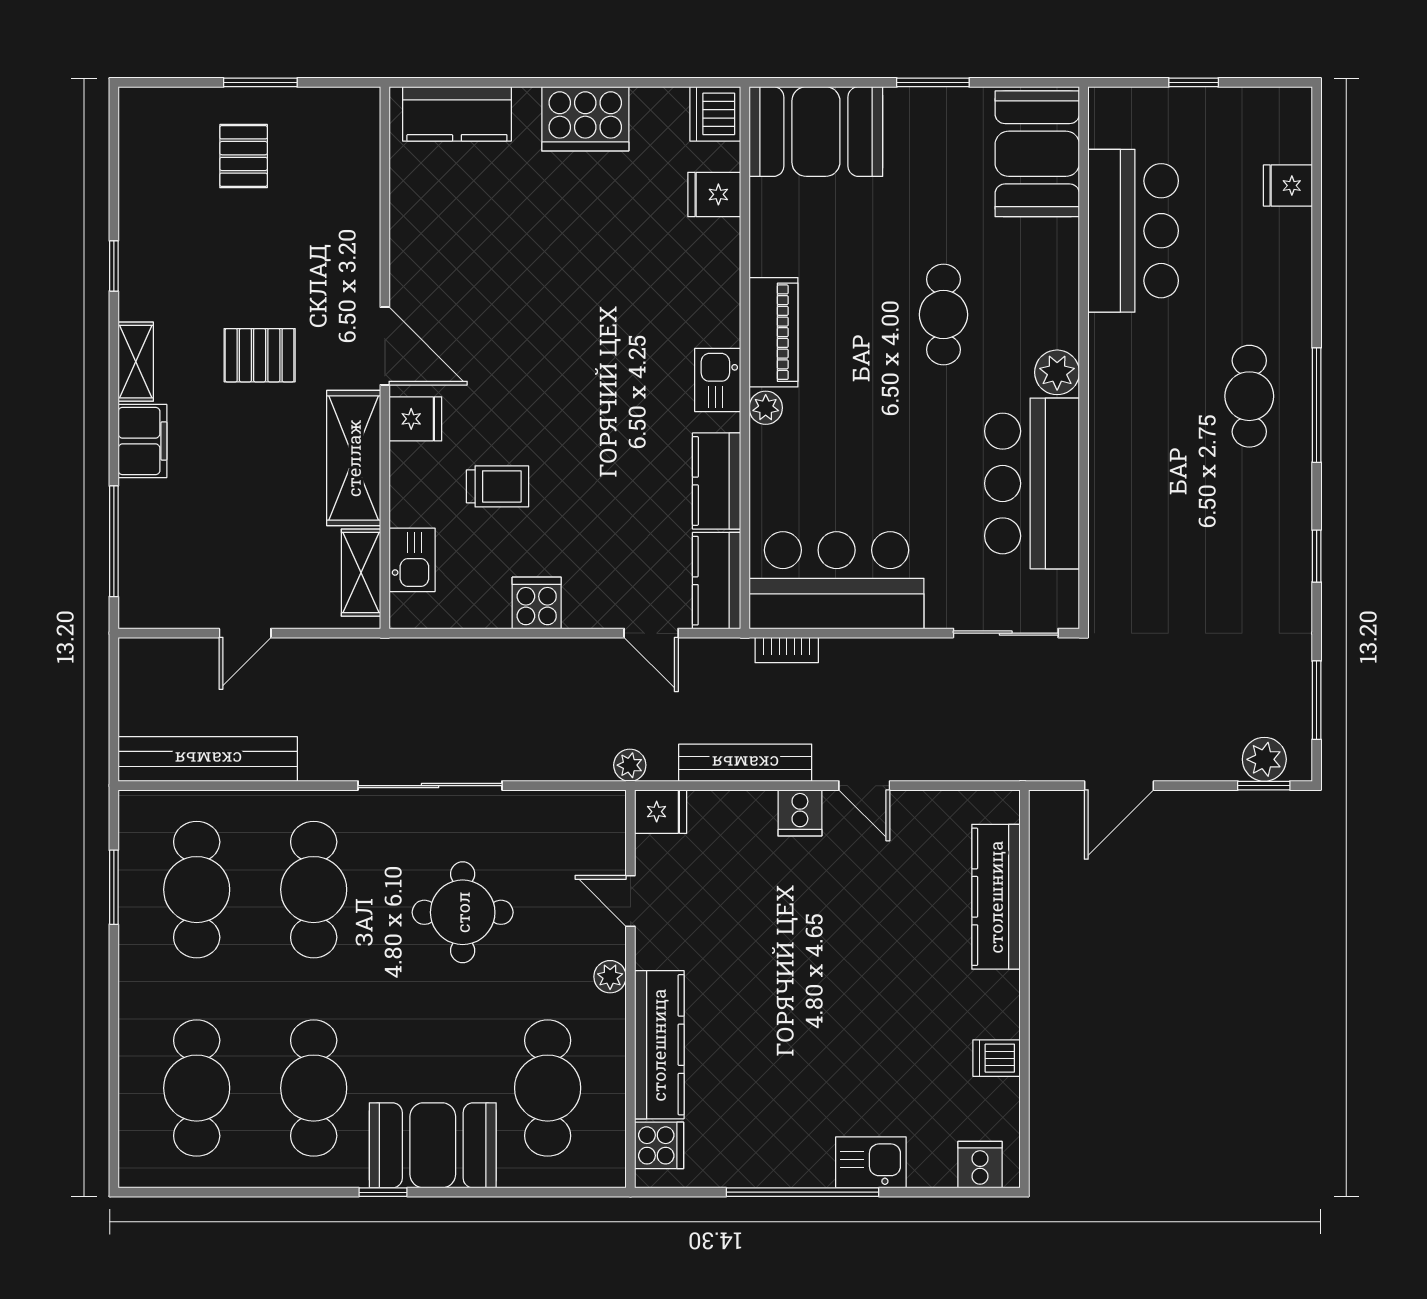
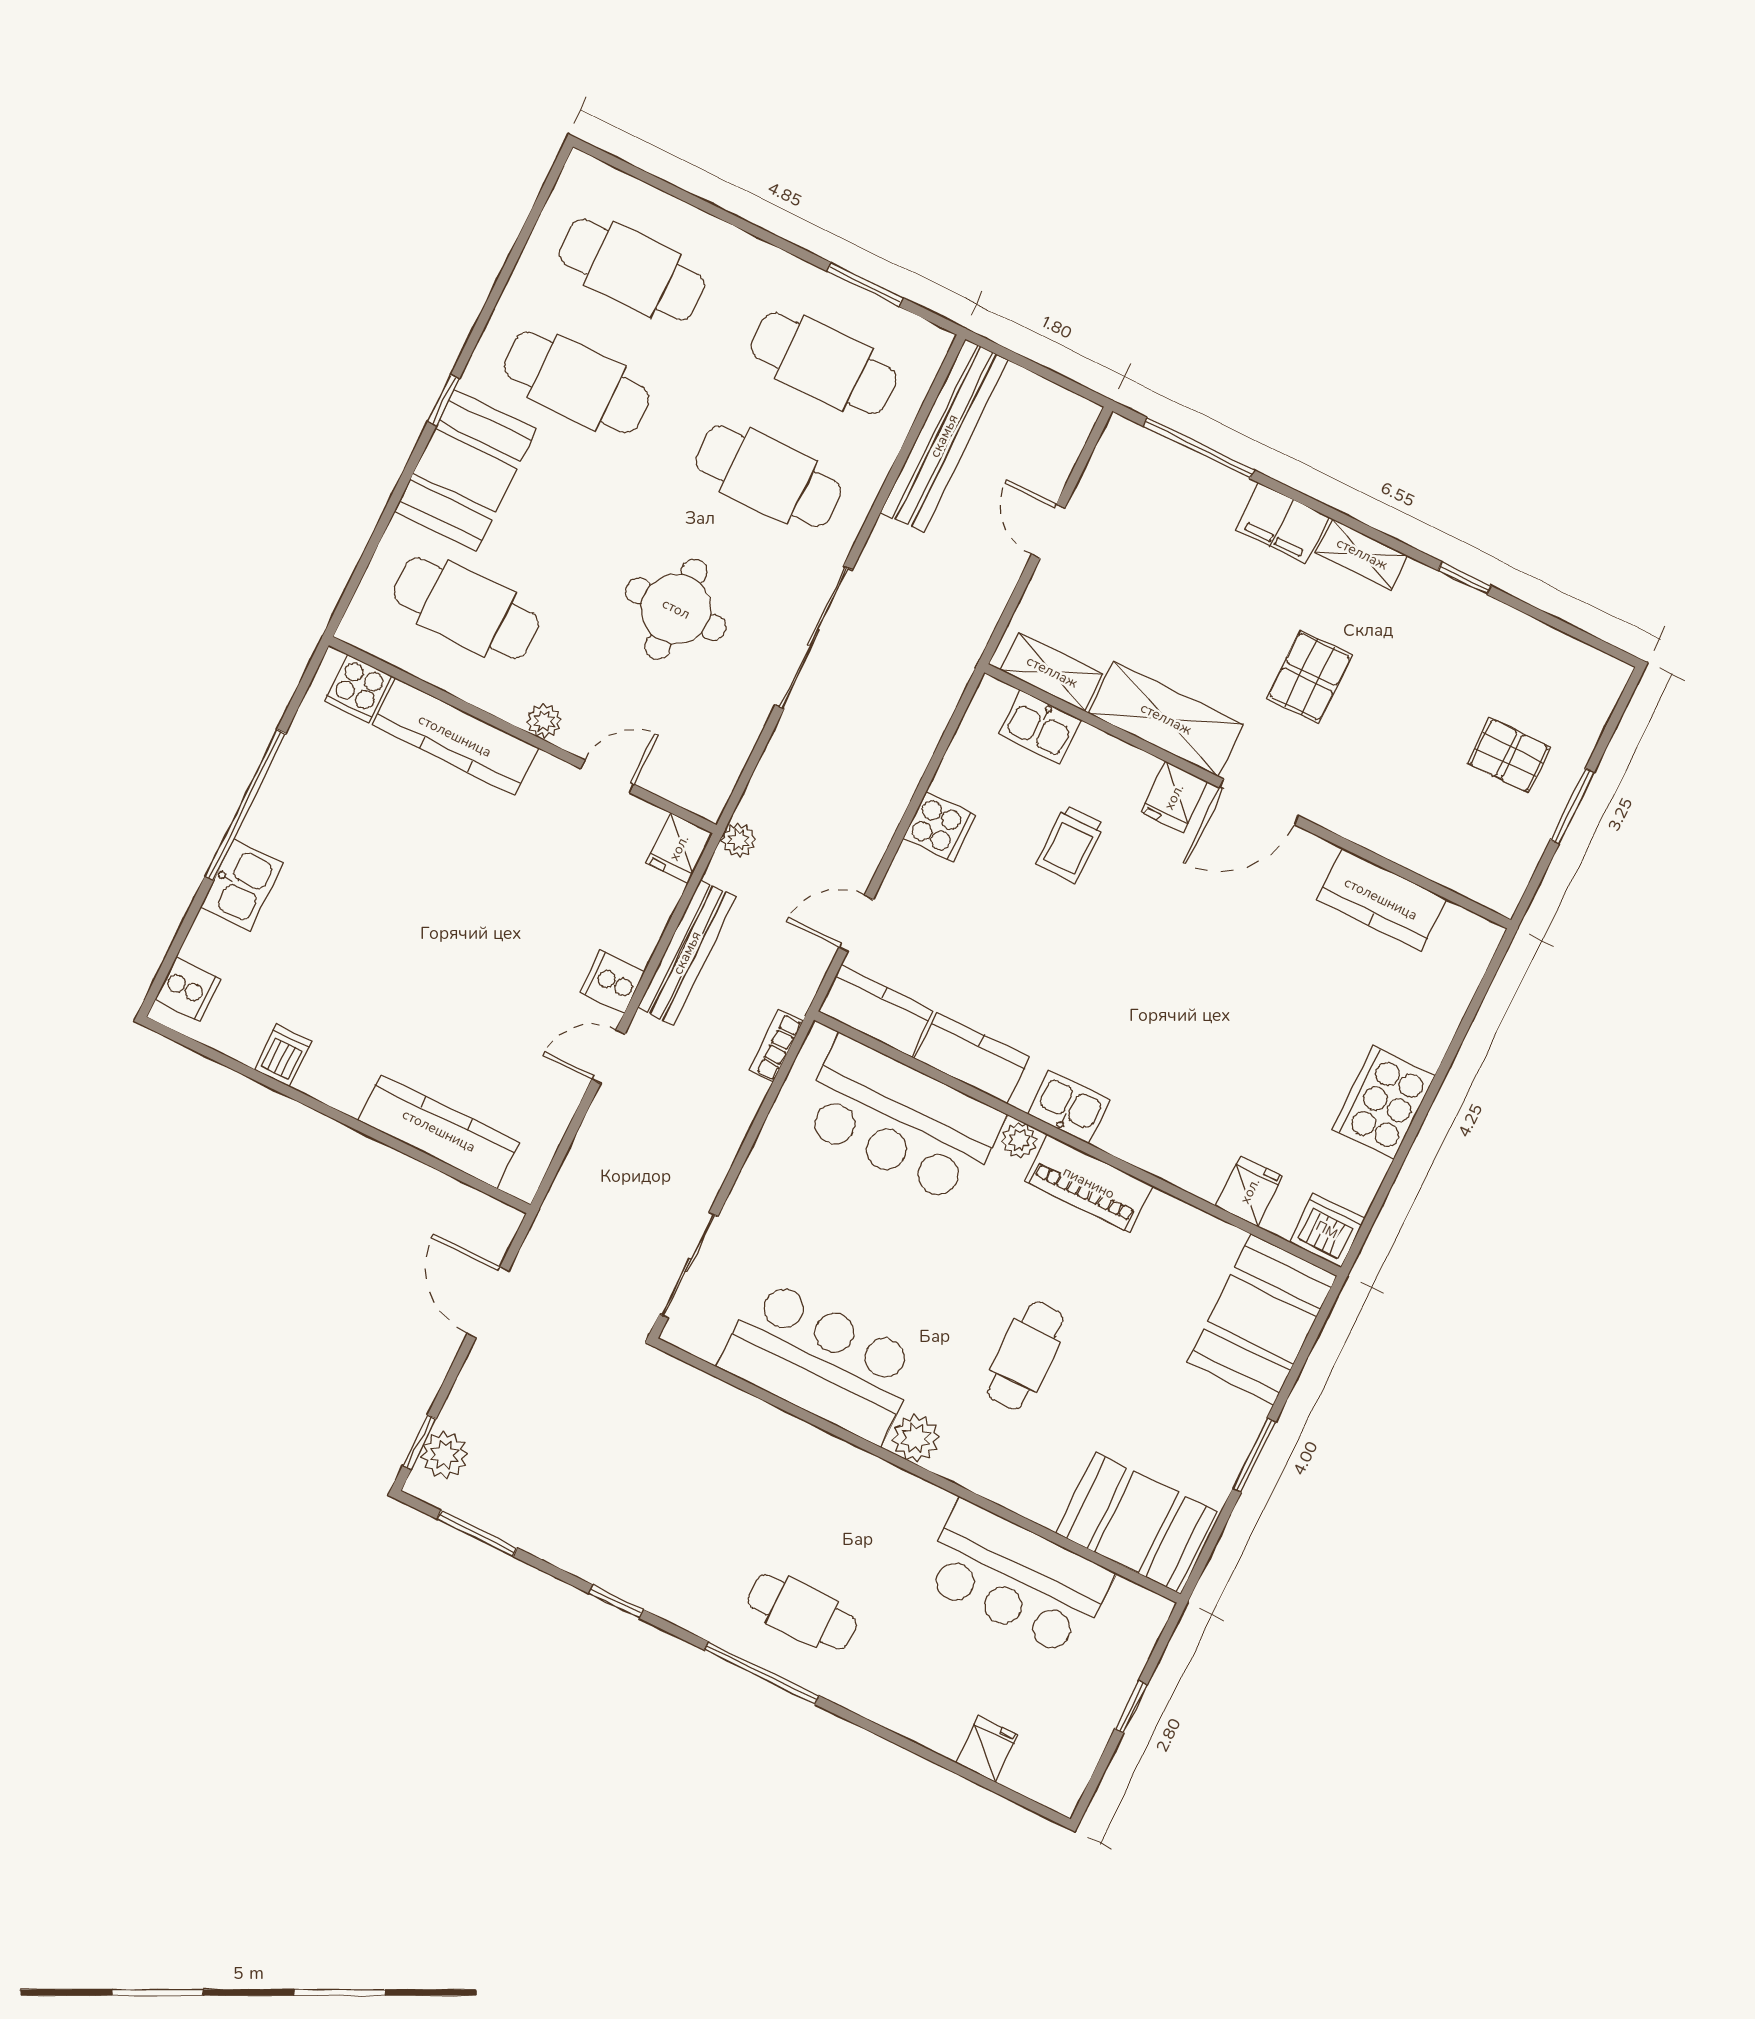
kitchen counter: (457, 114) -> (1381, 899), moved, turned -90
cafe table: (943, 315) -> (1025, 1356), turned 90
bar counter: (837, 580) -> (901, 1120), moved, turned 90

